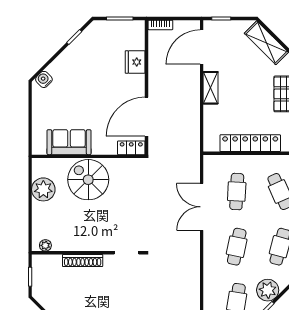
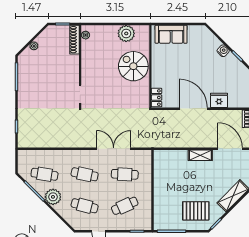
water cooler: (44, 79) -> (223, 51), moved
door: (147, 117) -> (193, 109), moved
sofa: (69, 142) -> (171, 34), moved, turned 90
locker: (250, 143) -> (160, 184), removed
spiral stairs: (88, 180) -> (133, 66), turned -90
shoe rack: (83, 261) -> (75, 40), moved

